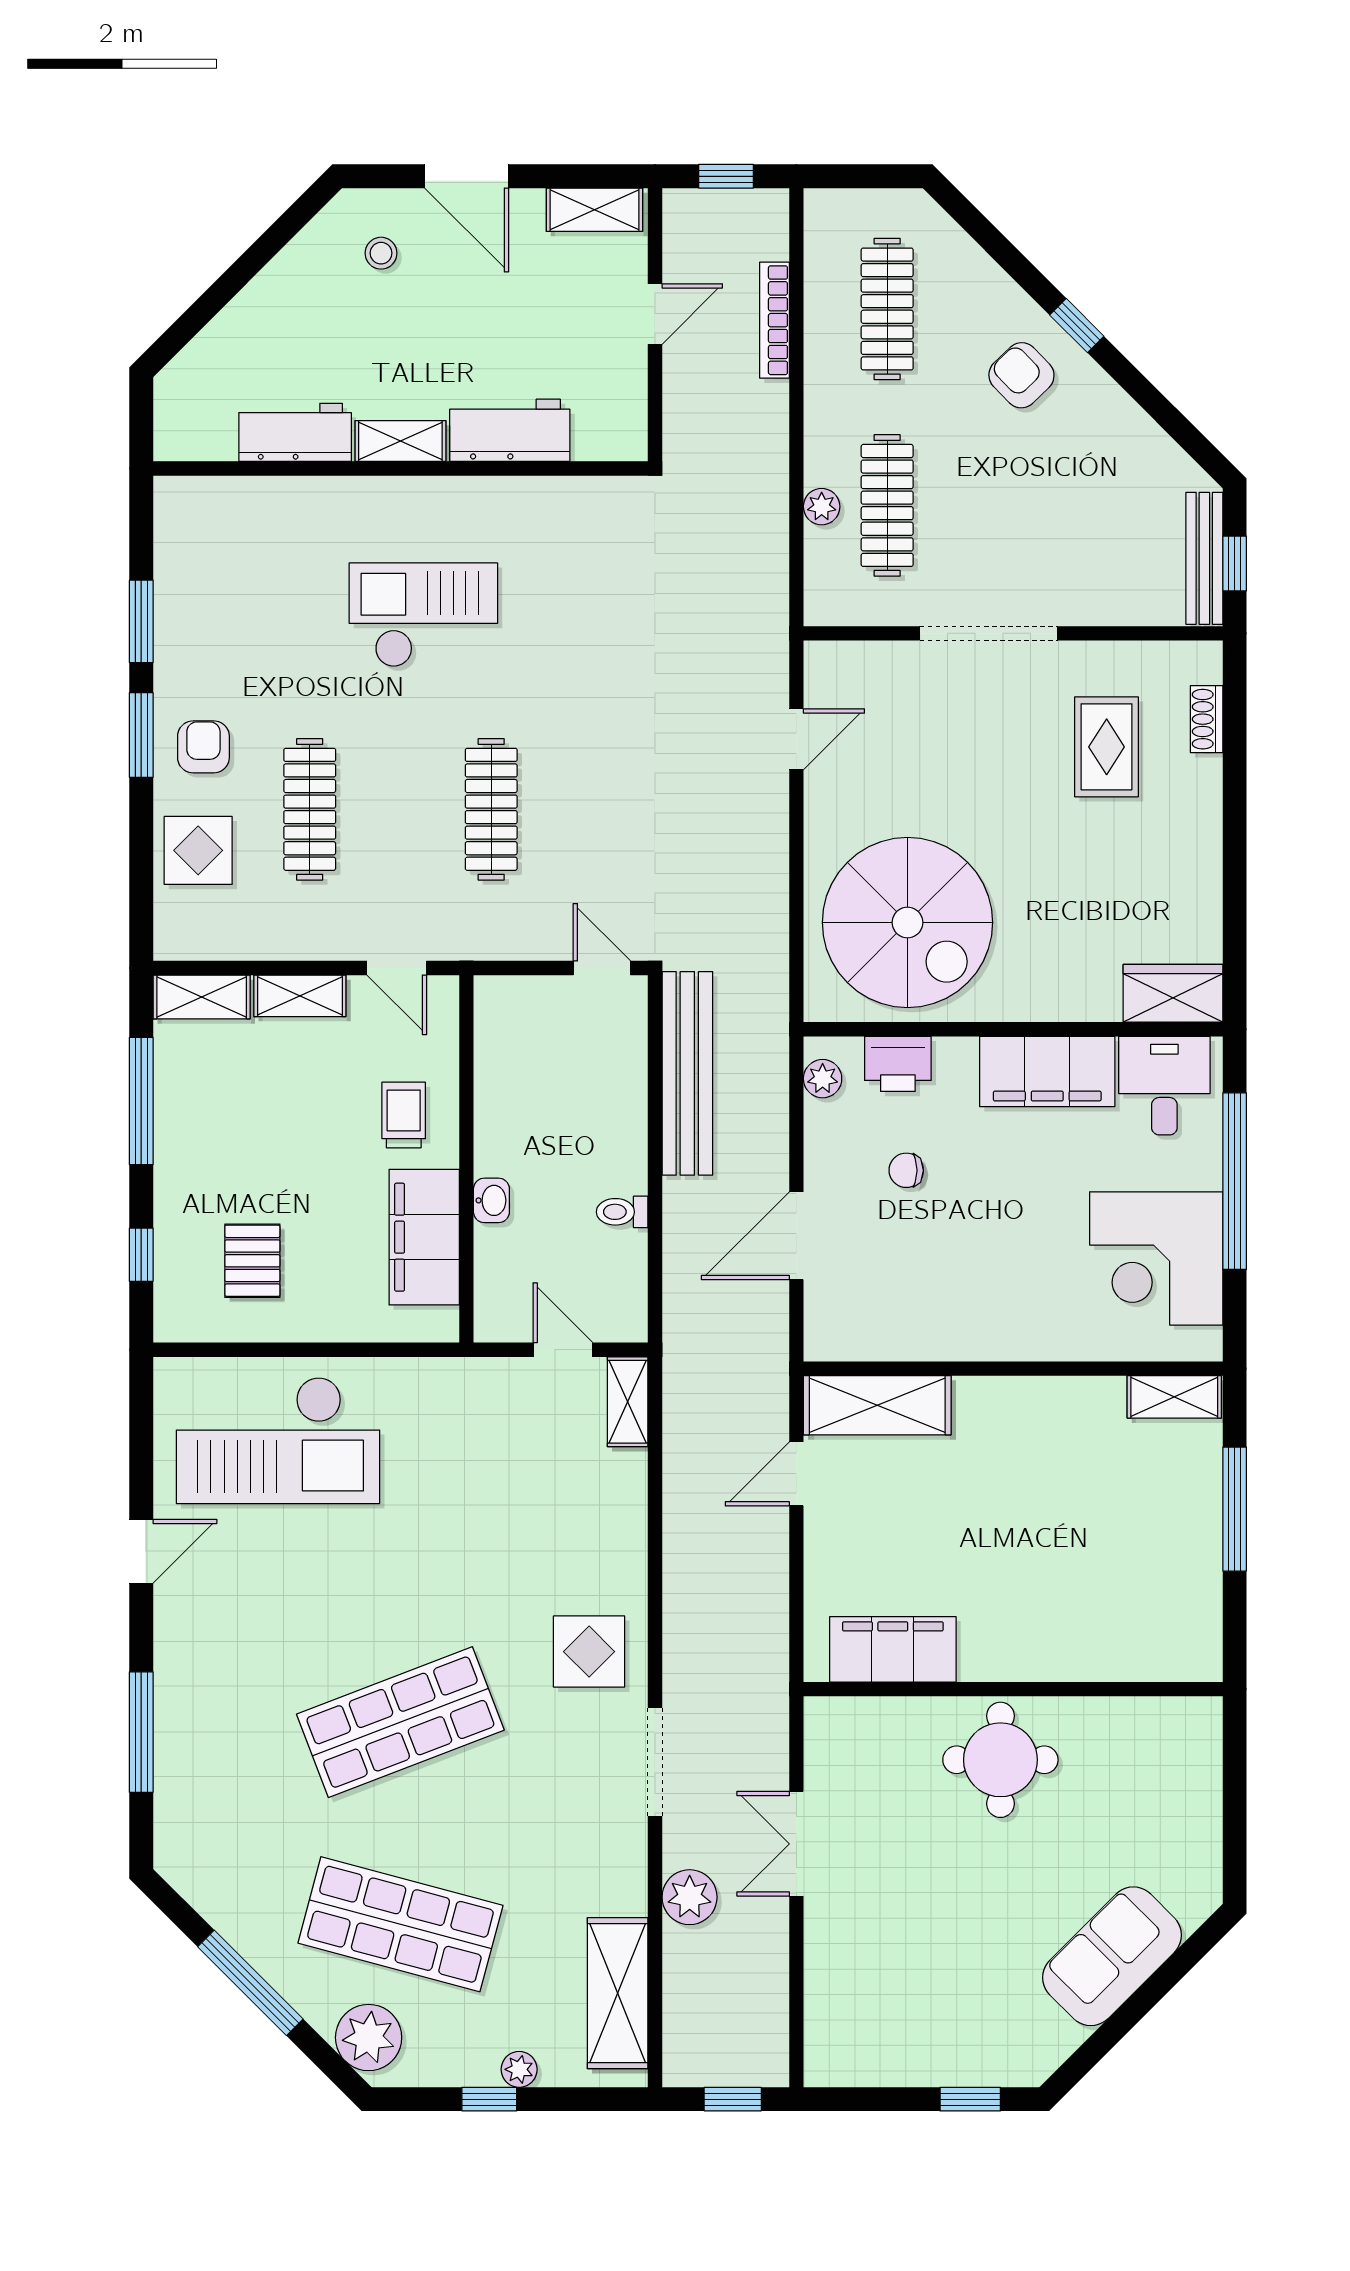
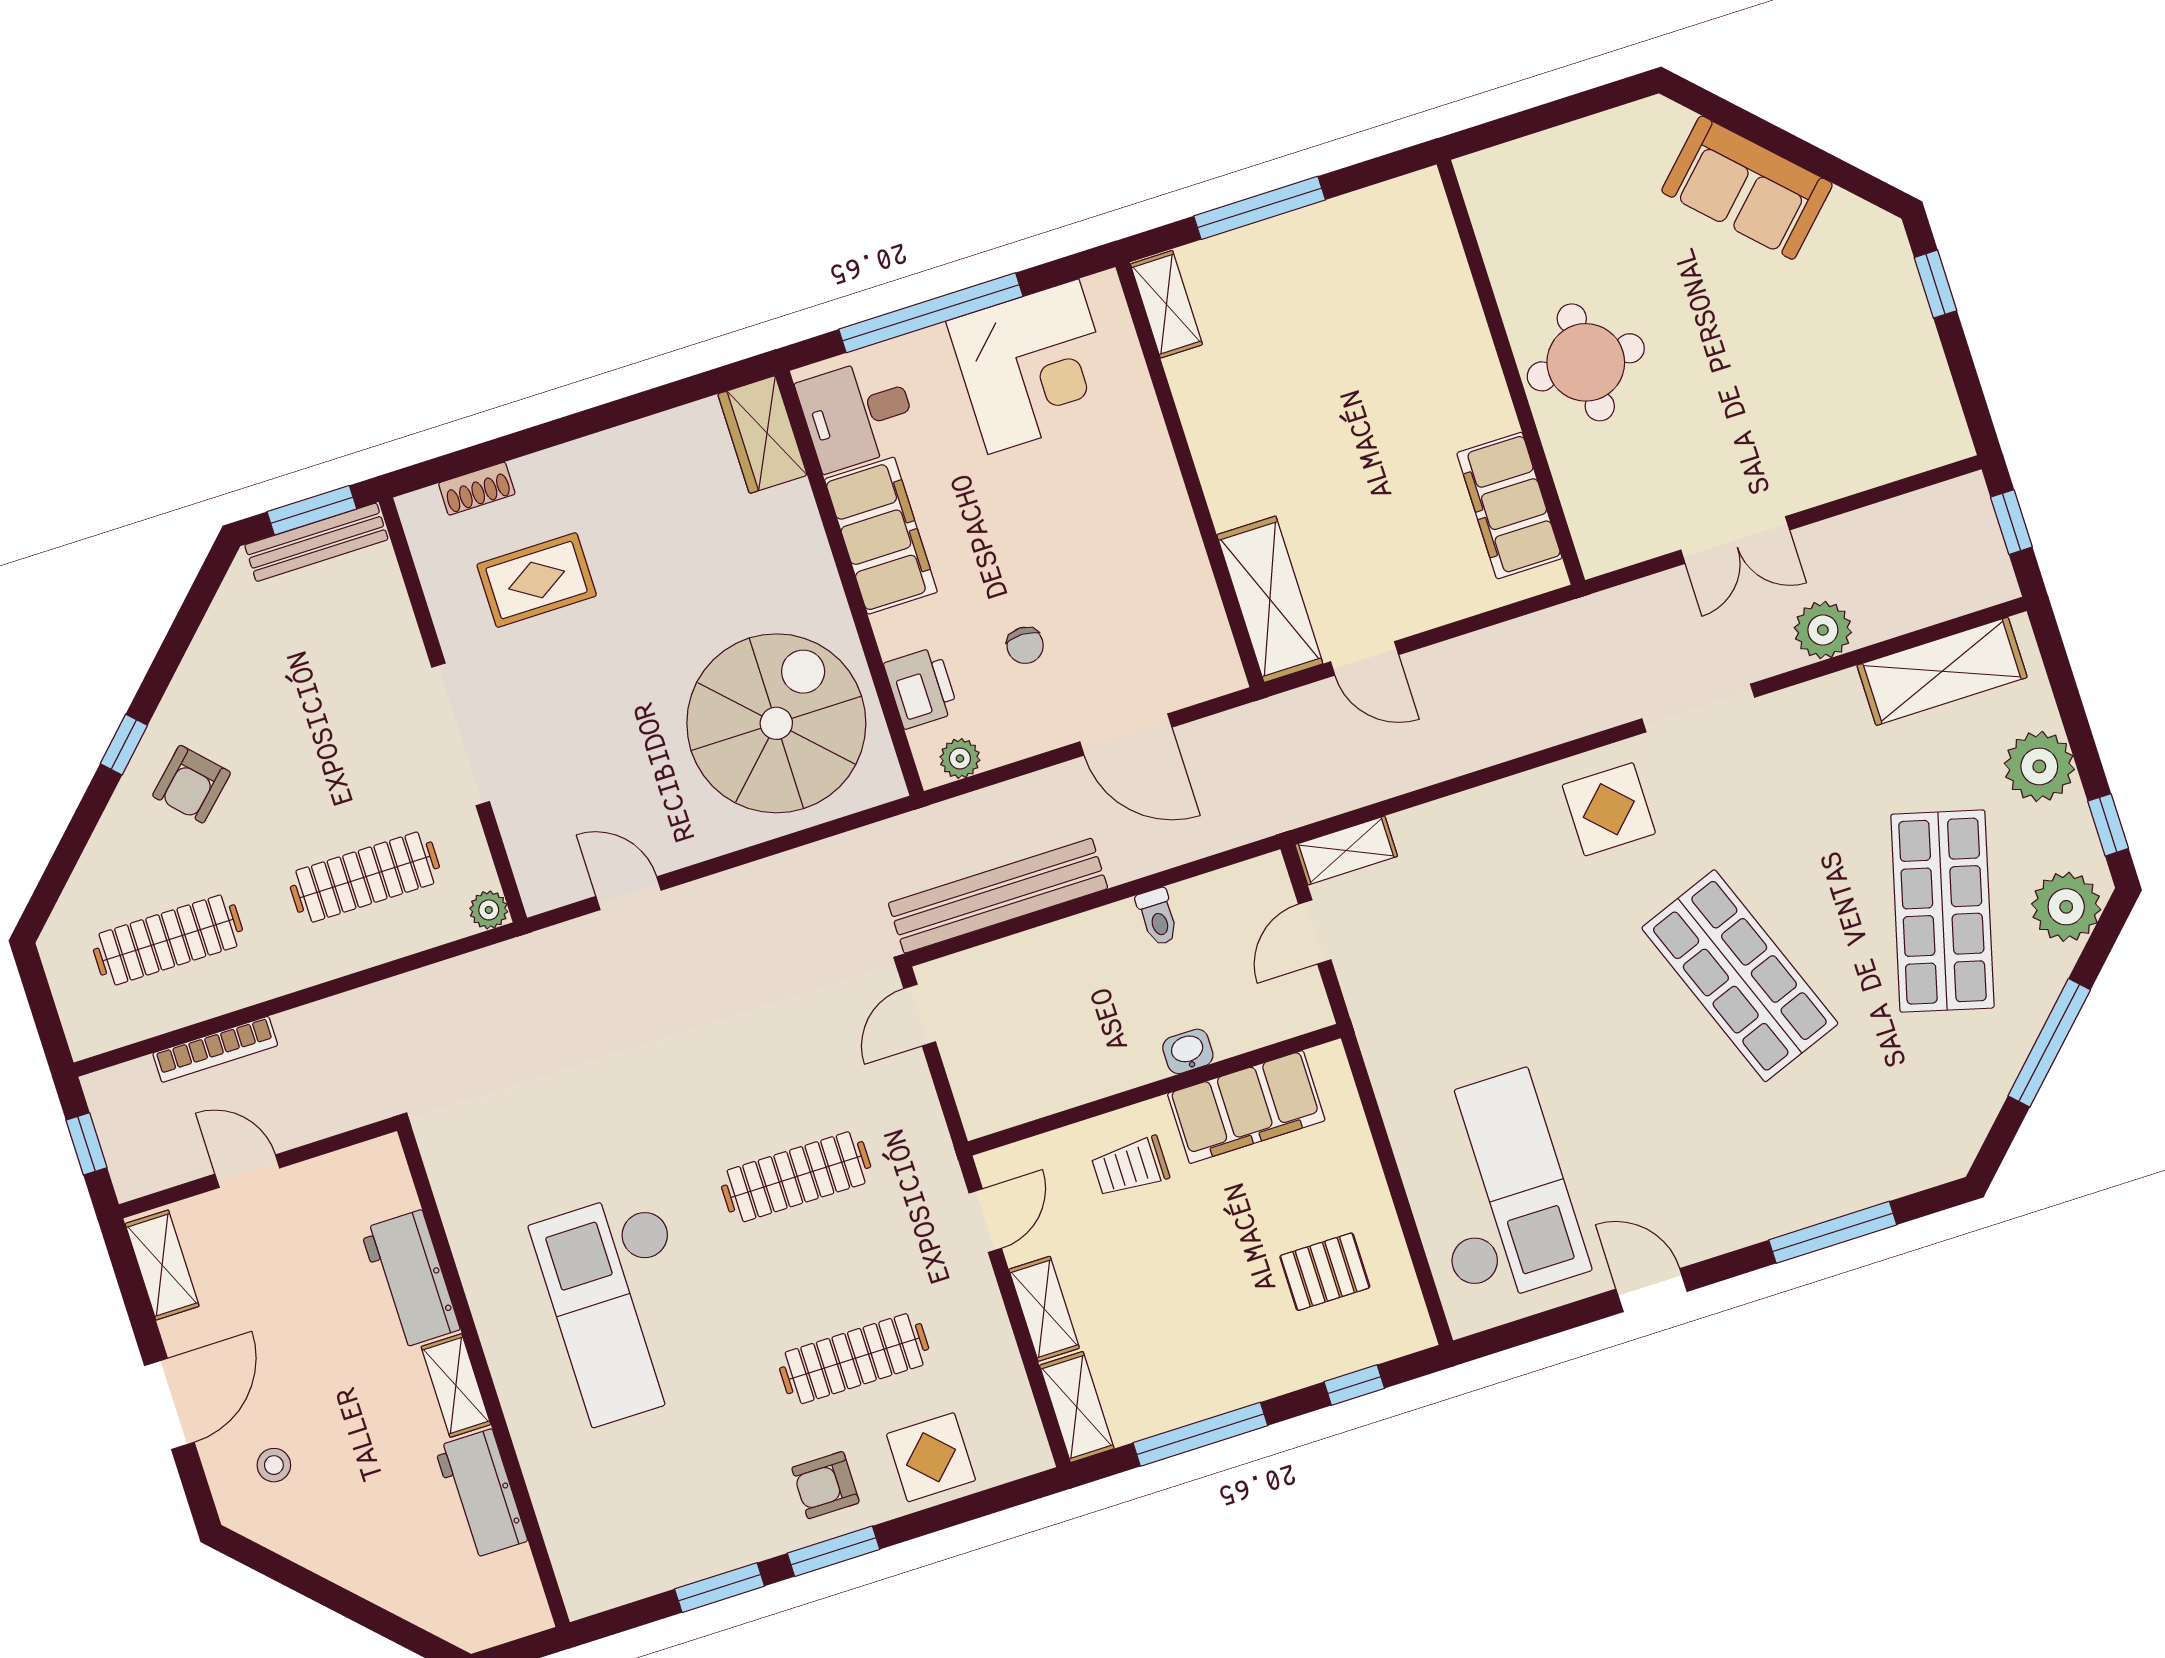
plant: (822, 507) -> (489, 910), moved
window: (1235, 563) -> (312, 510), width x1.50
checkout: (423, 615) -> (623, 1307), width x1.36, depth x1.21
plant: (519, 2069) -> (2039, 766), width x1.87, depth x1.87
window: (489, 2099) -> (2108, 825), moved

